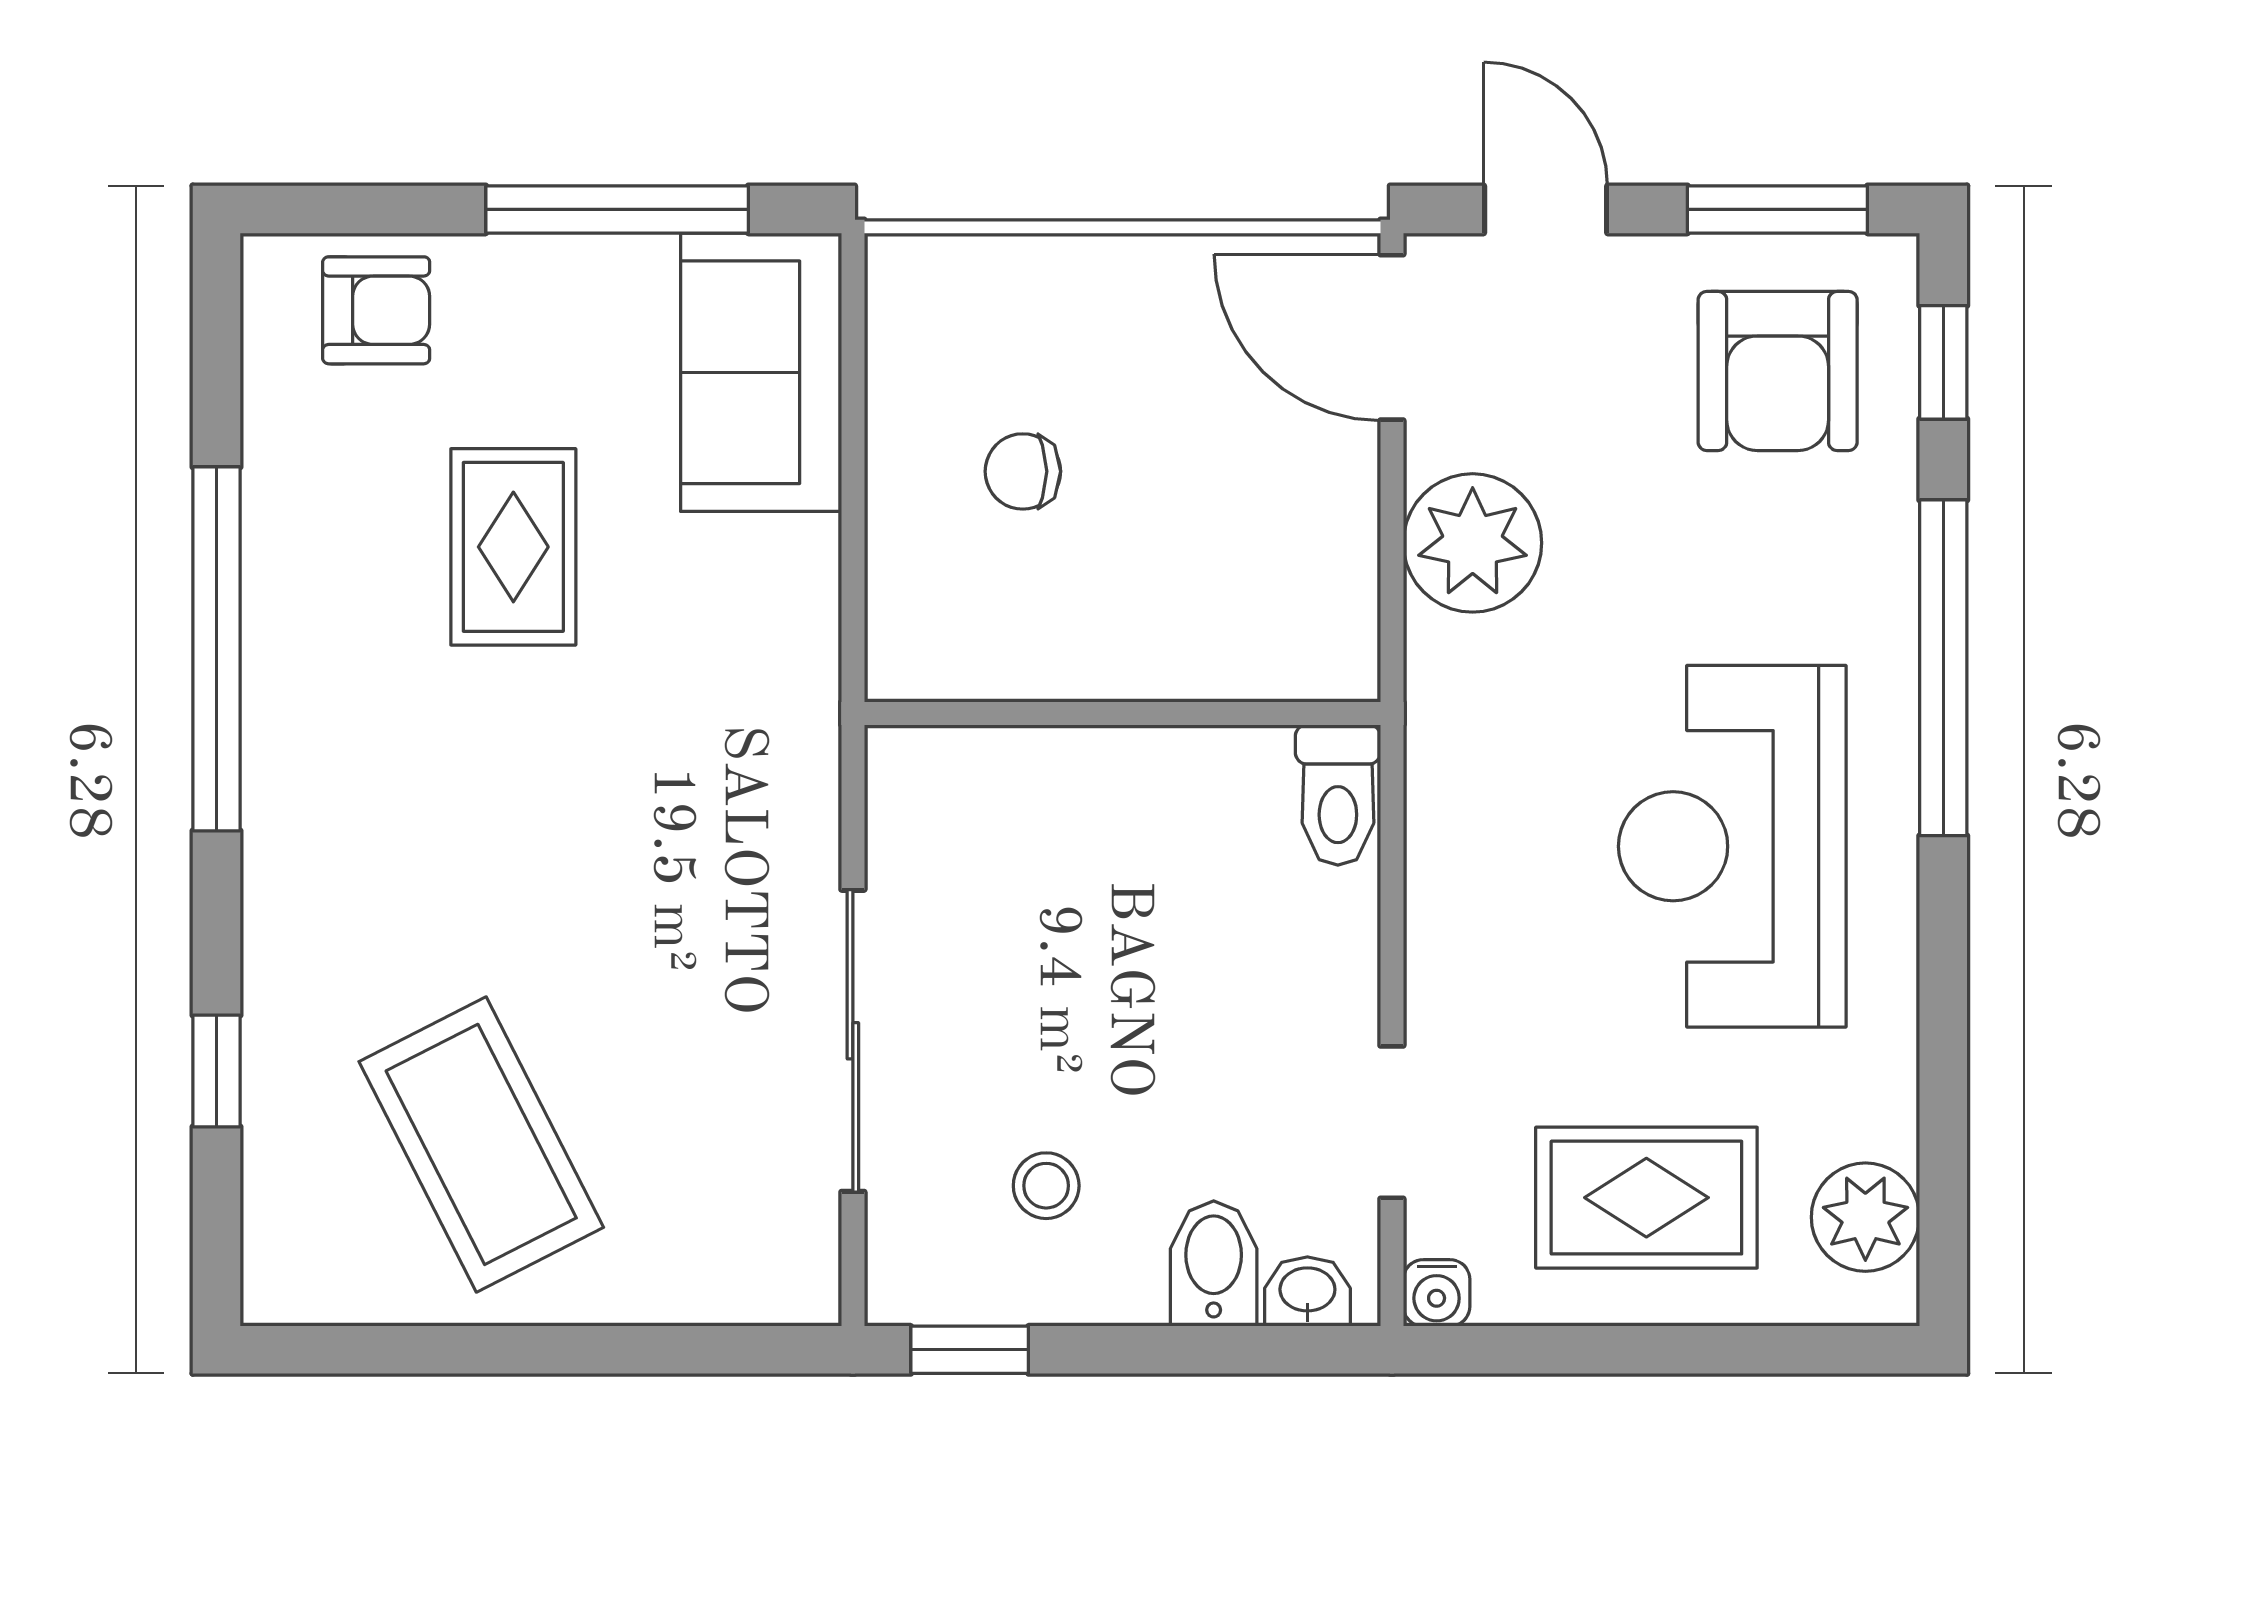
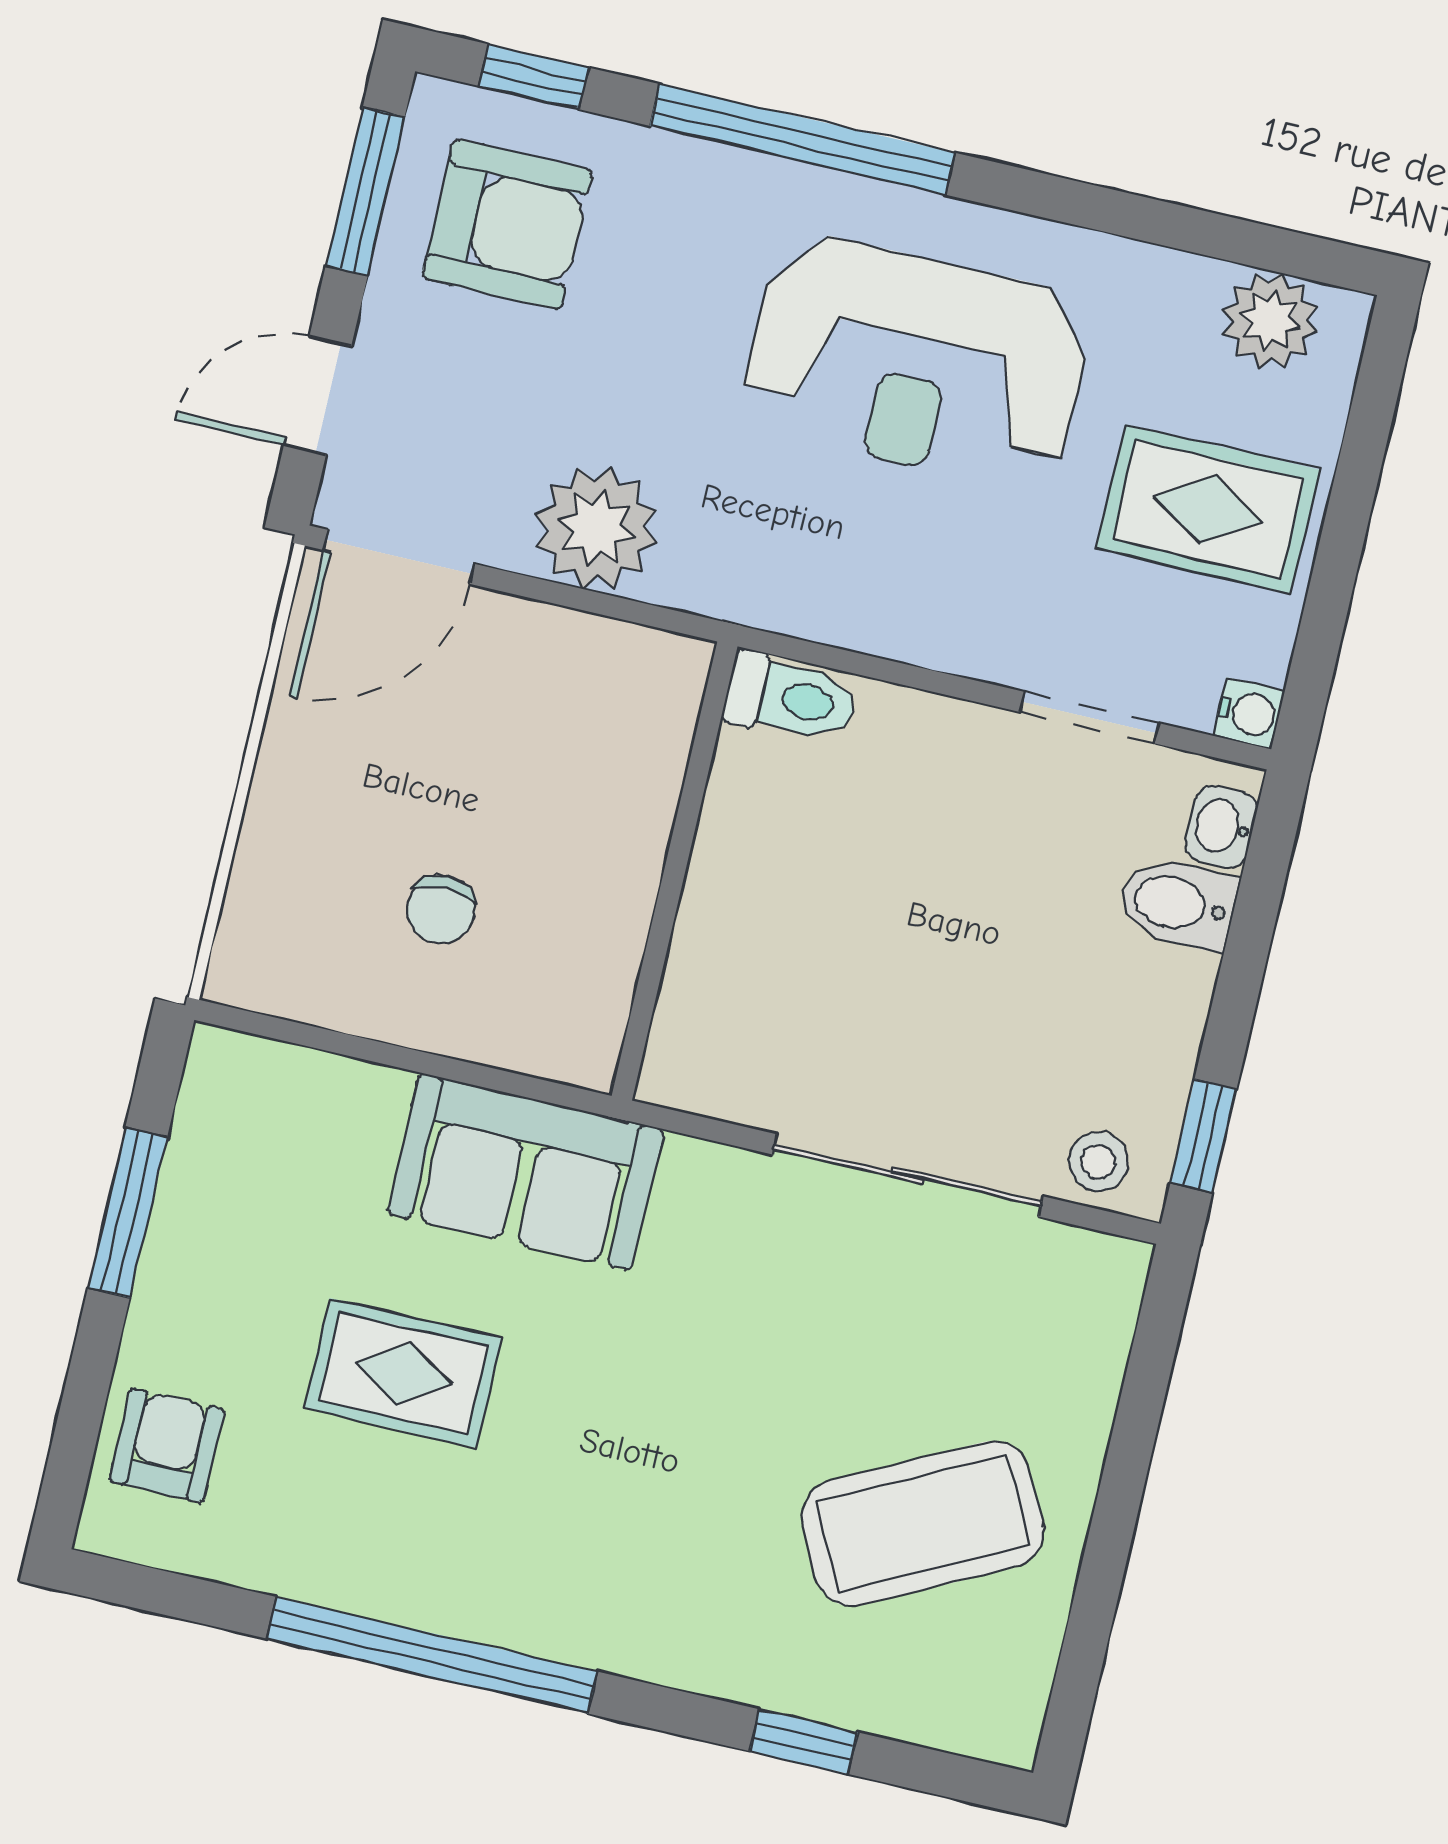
window: (617, 209) -> (127, 1213), width x0.69
sofa: (761, 372) -> (525, 1172), moved
stool: (1046, 1186) -> (1098, 1162), moved
rug: (1646, 1198) -> (1208, 509), turned 90

